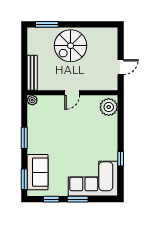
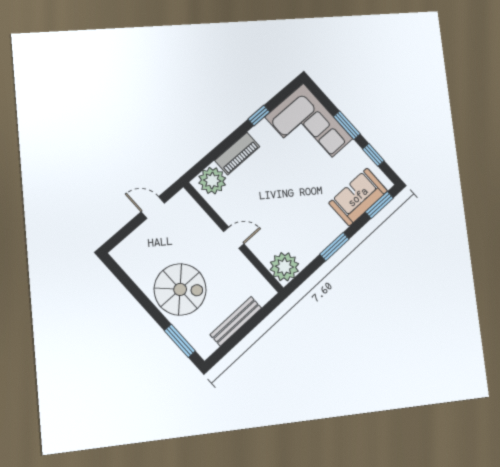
bench: (32, 73) -> (236, 321), moved
plant: (32, 100) -> (284, 267), width x1.88, depth x1.88
piano: (111, 131) -> (237, 153), added

